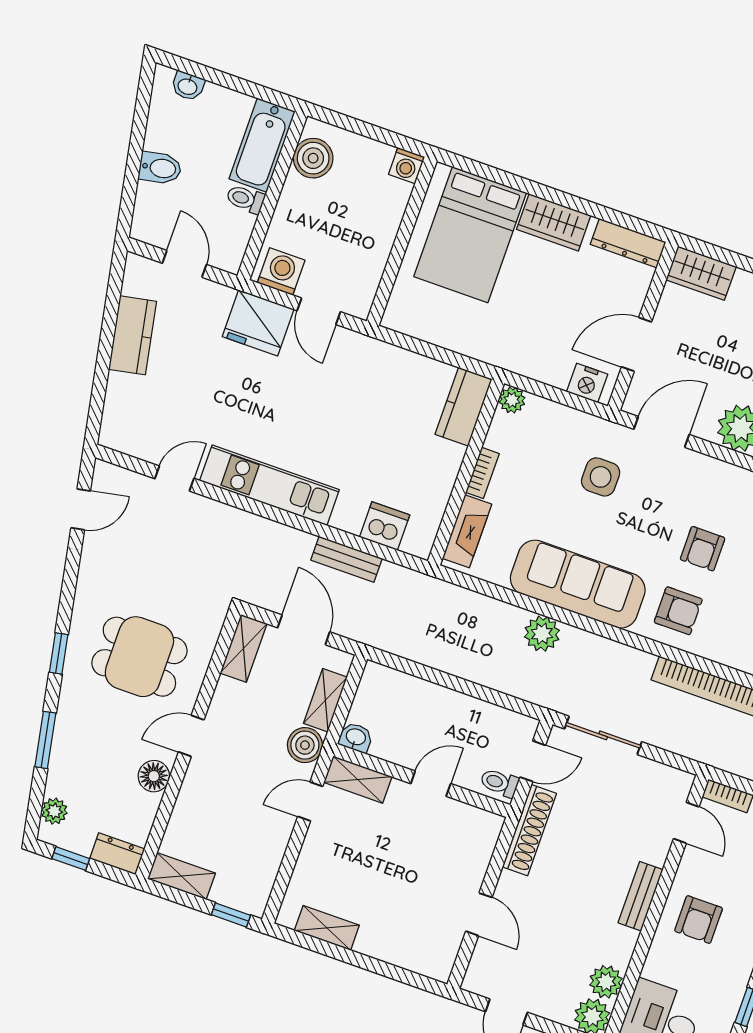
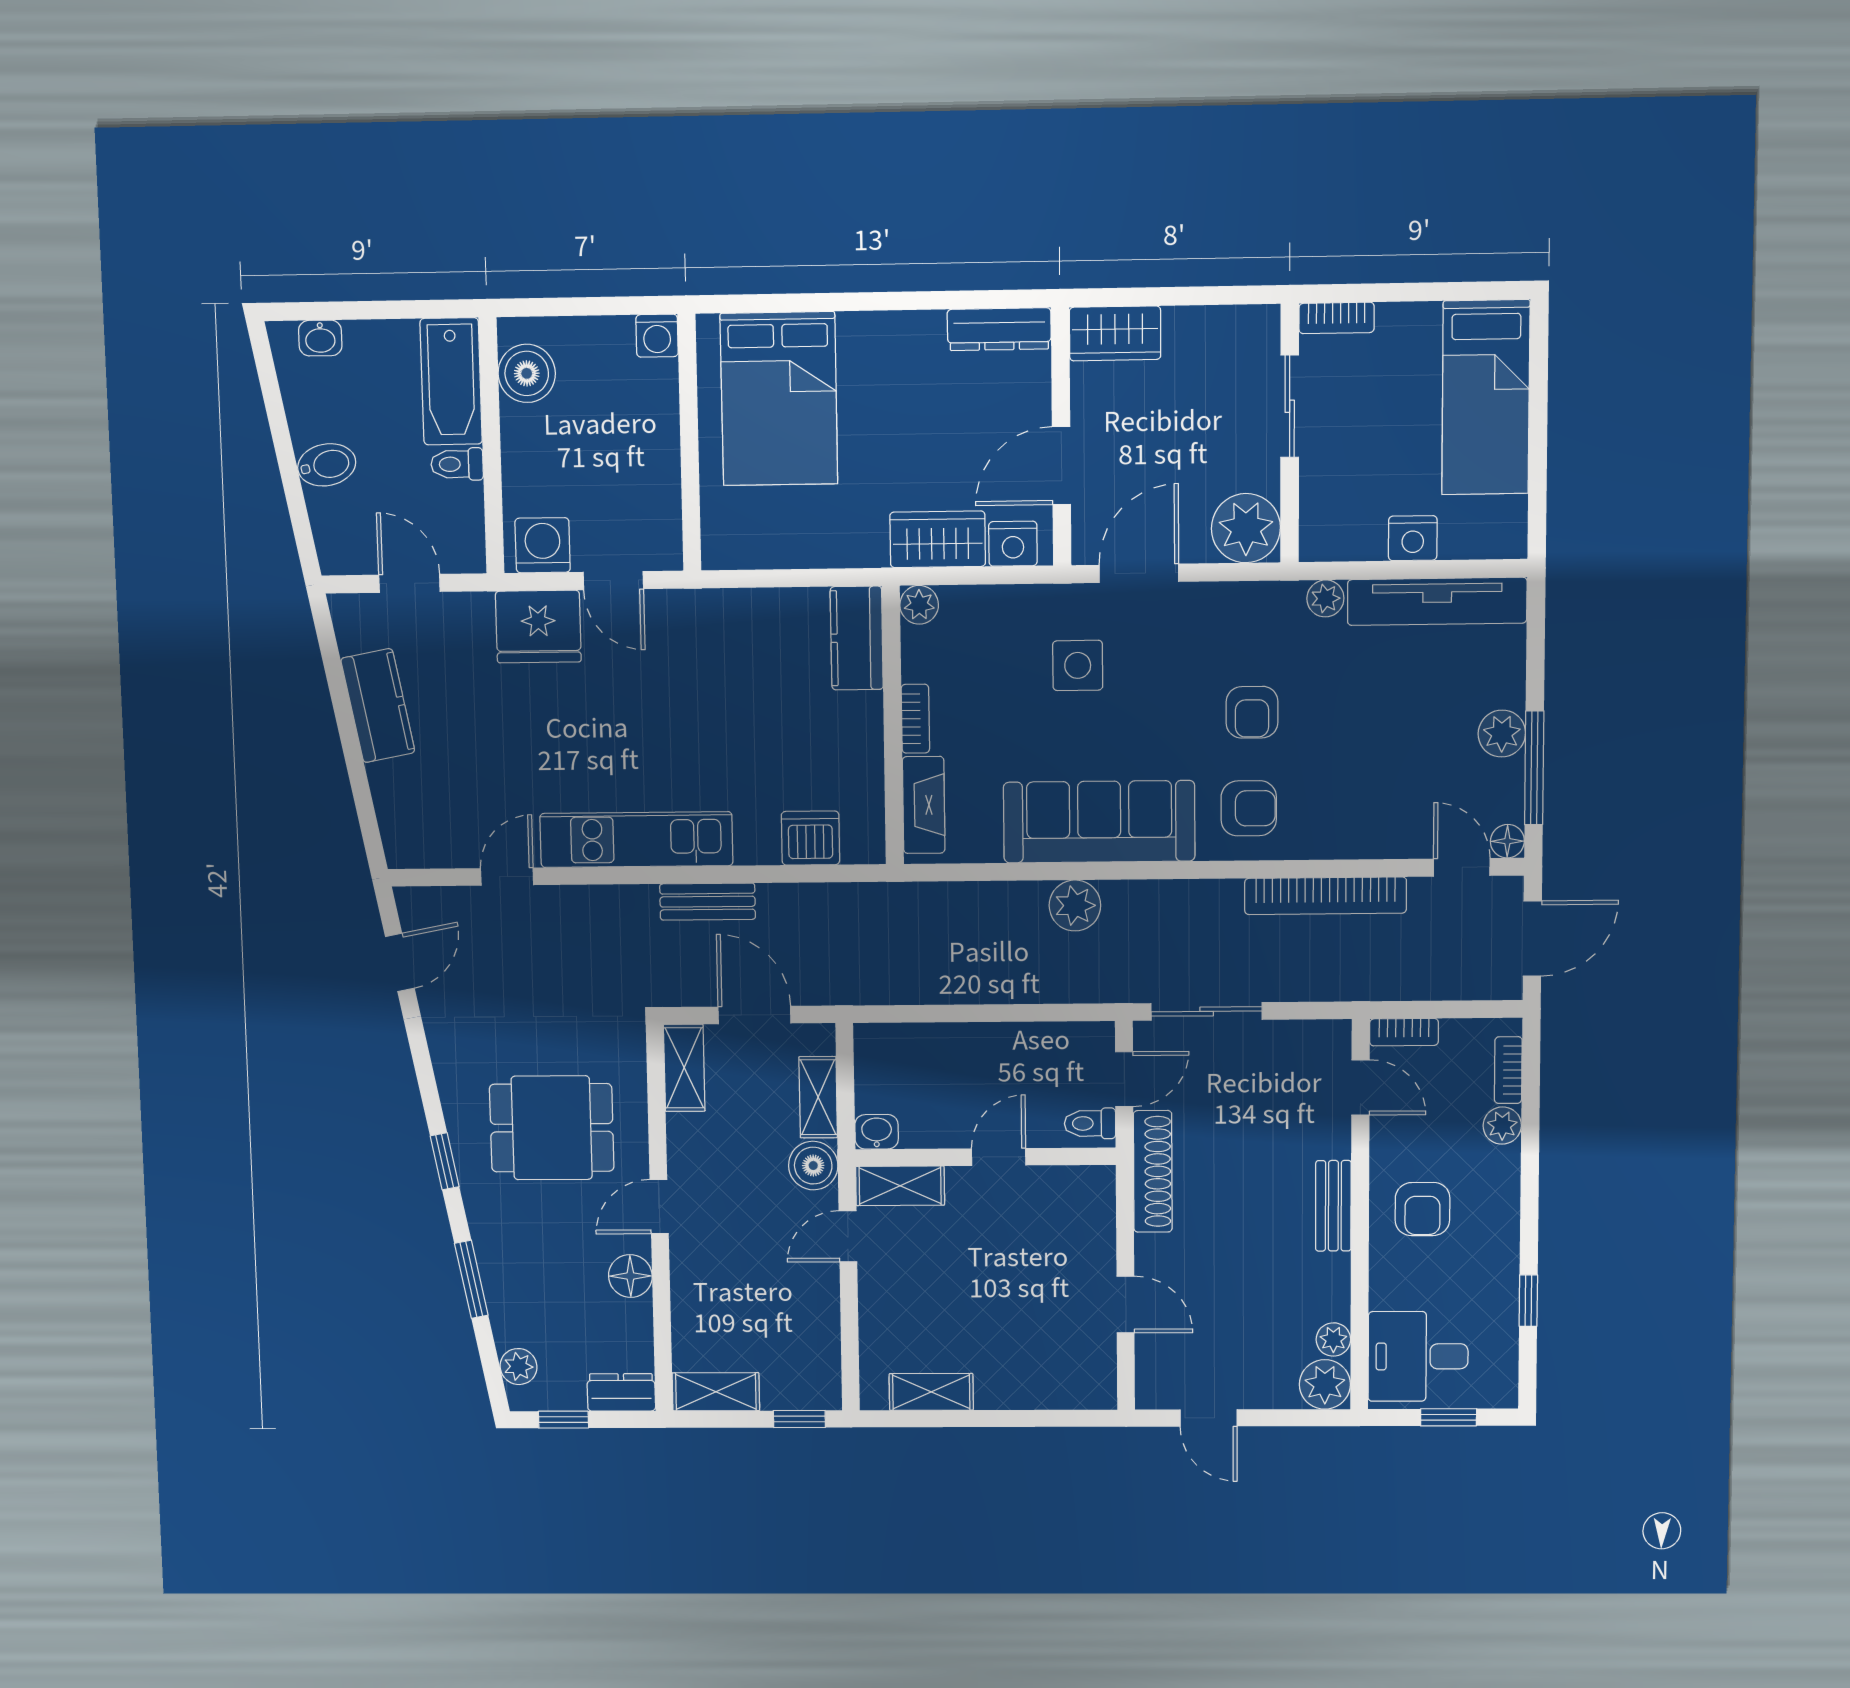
wardrobe: (554, 222) -> (938, 539), moved, turned 180
bench: (346, 559) -> (708, 902), moved
plant: (606, 982) -> (1333, 1339), width x0.73, depth x0.73

